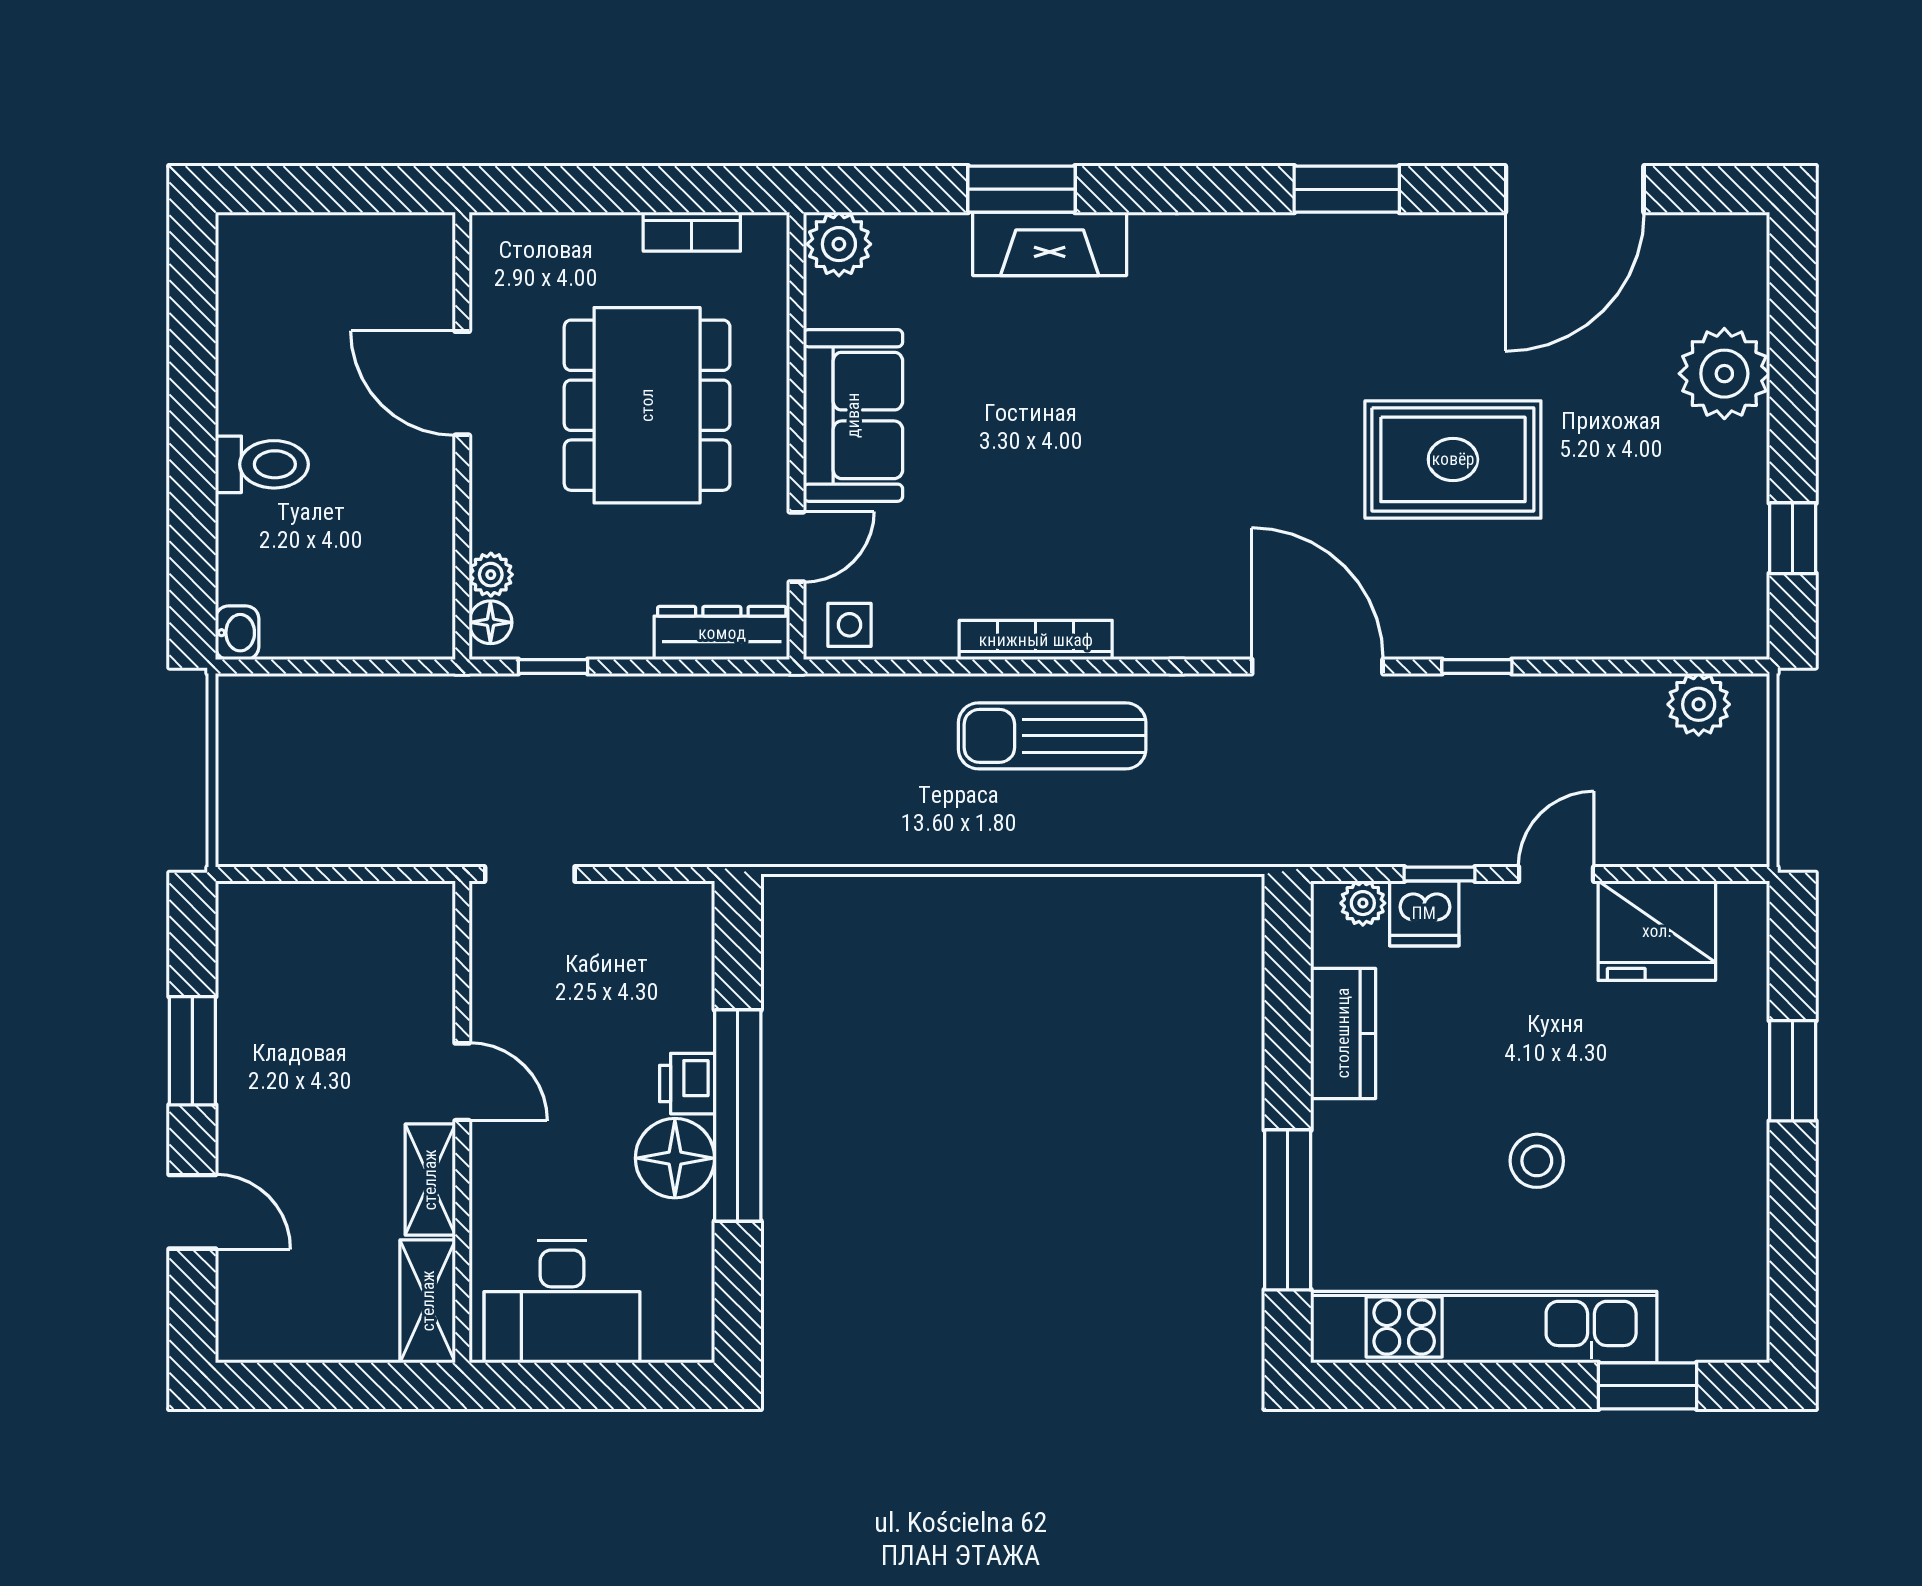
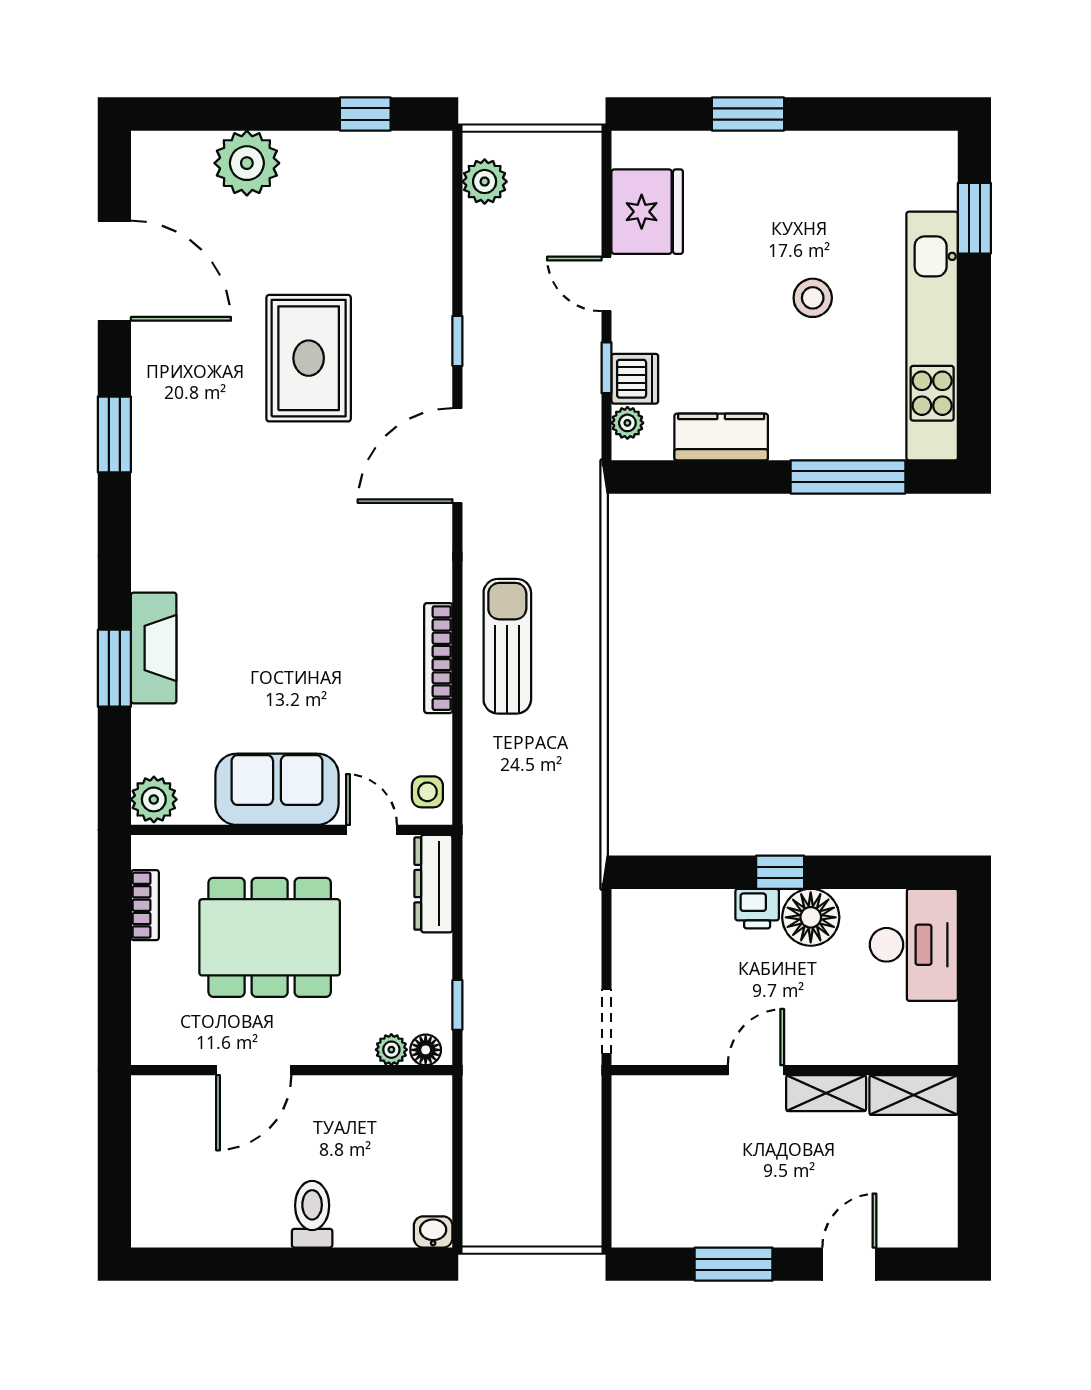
sun lounger: (1052, 736) -> (507, 646), turned 180
window: (738, 1115) -> (780, 872), width x0.32
desk: (562, 1302) -> (914, 945), moved

